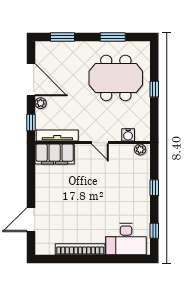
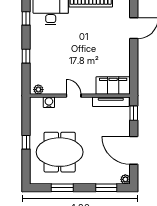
plant: (41, 103) -> (125, 179), moved

